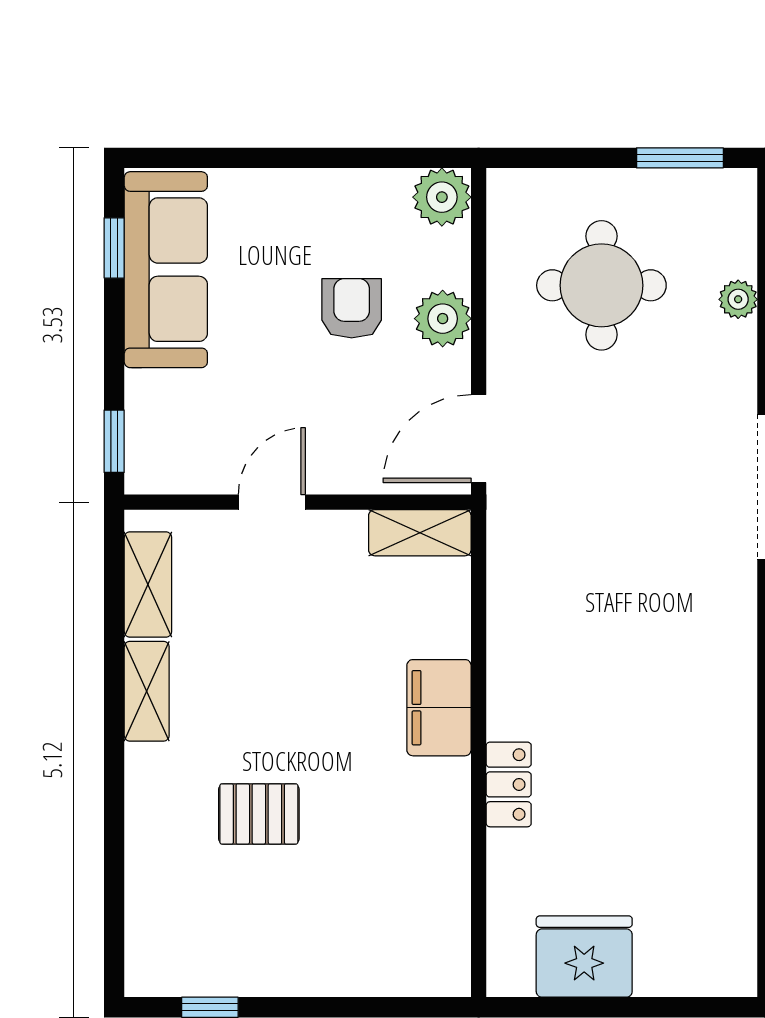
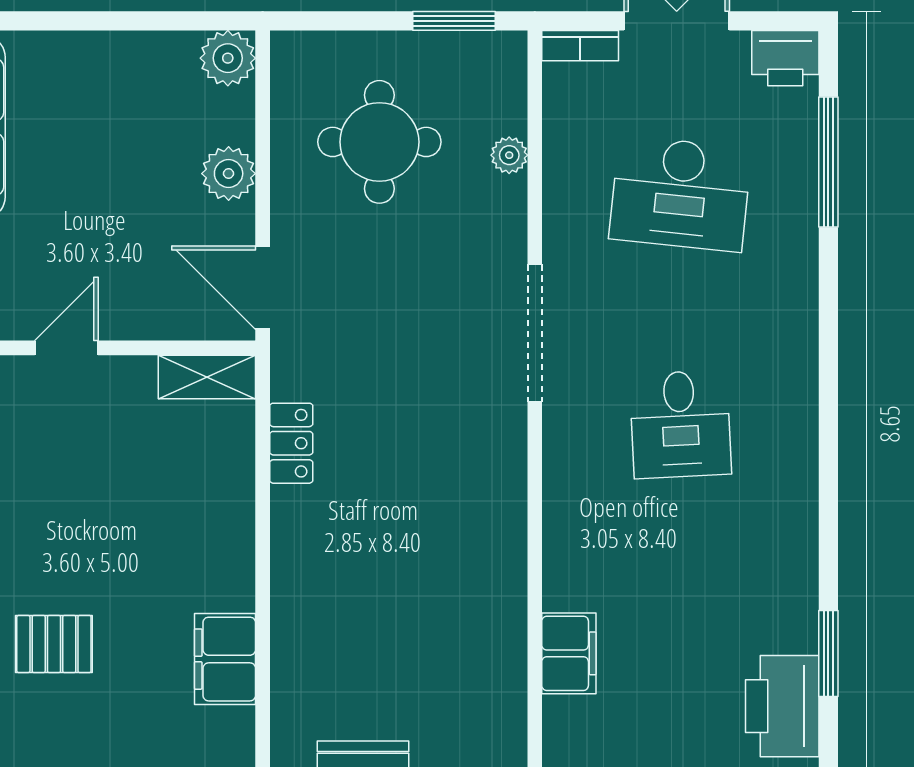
armchair: (352, 308) -> (142, 164), removed
door: (479, 439) -> (263, 288), hinge flipped
filing cabinet: (439, 708) -> (225, 659), moved
locker: (509, 784) -> (291, 443), moved

